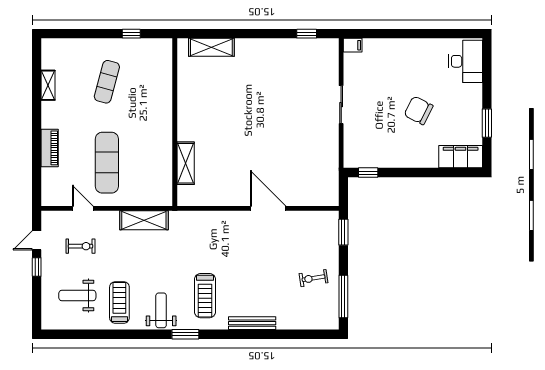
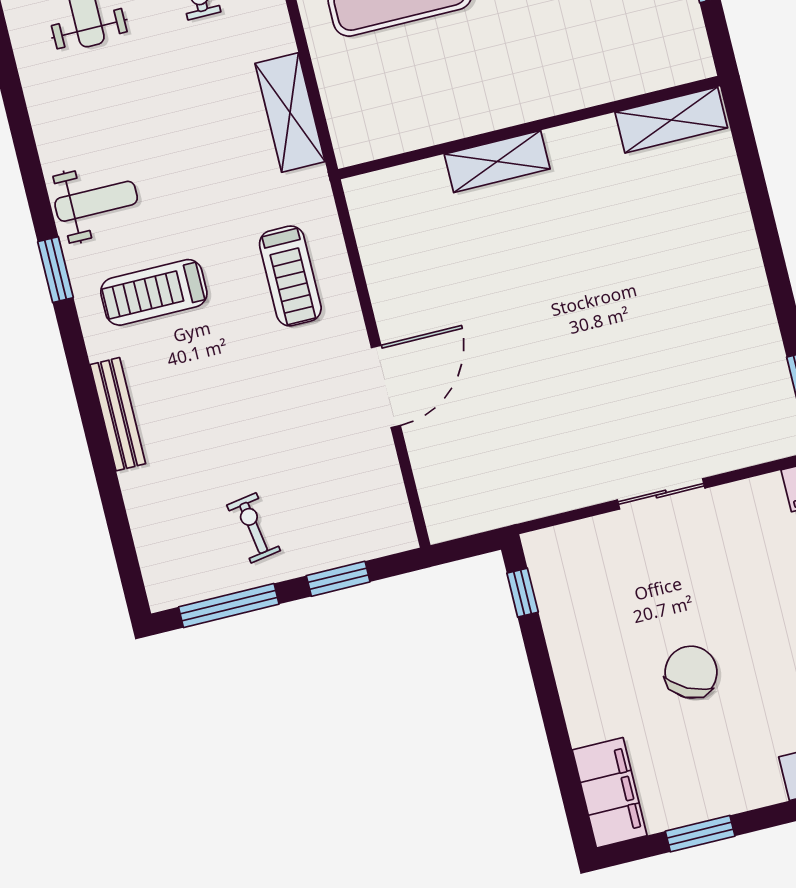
shelving: (211, 47) -> (671, 120), moved, turned 90
shelving: (186, 163) -> (497, 161), moved
window: (343, 232) -> (338, 579), moved
treadmill: (119, 302) -> (290, 276), moved, turned 90

